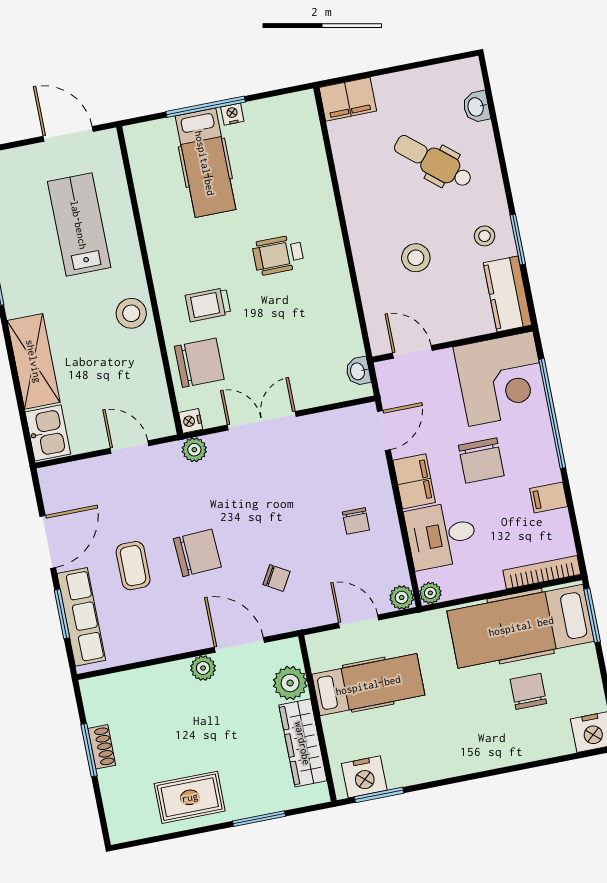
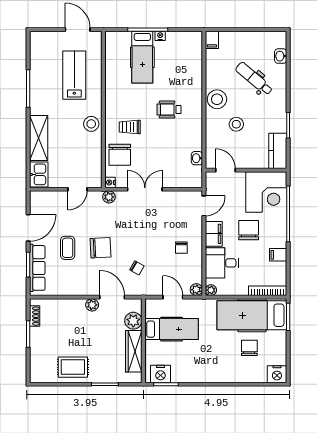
filing cabinet: (348, 99) -> (212, 40), width x0.50
stool: (485, 236) -> (217, 99), moved, width x1.89, depth x1.89
chair: (199, 363) -> (120, 155), turned 90
washbasin: (358, 371) -> (197, 158), moved
door: (130, 447) -> (77, 189), swing flipped
chair: (481, 461) -> (249, 230), turned 180
shoe rack: (102, 747) -> (35, 316), moved

